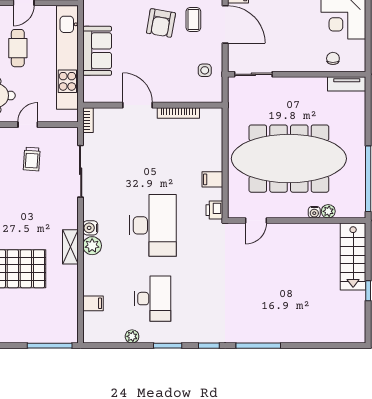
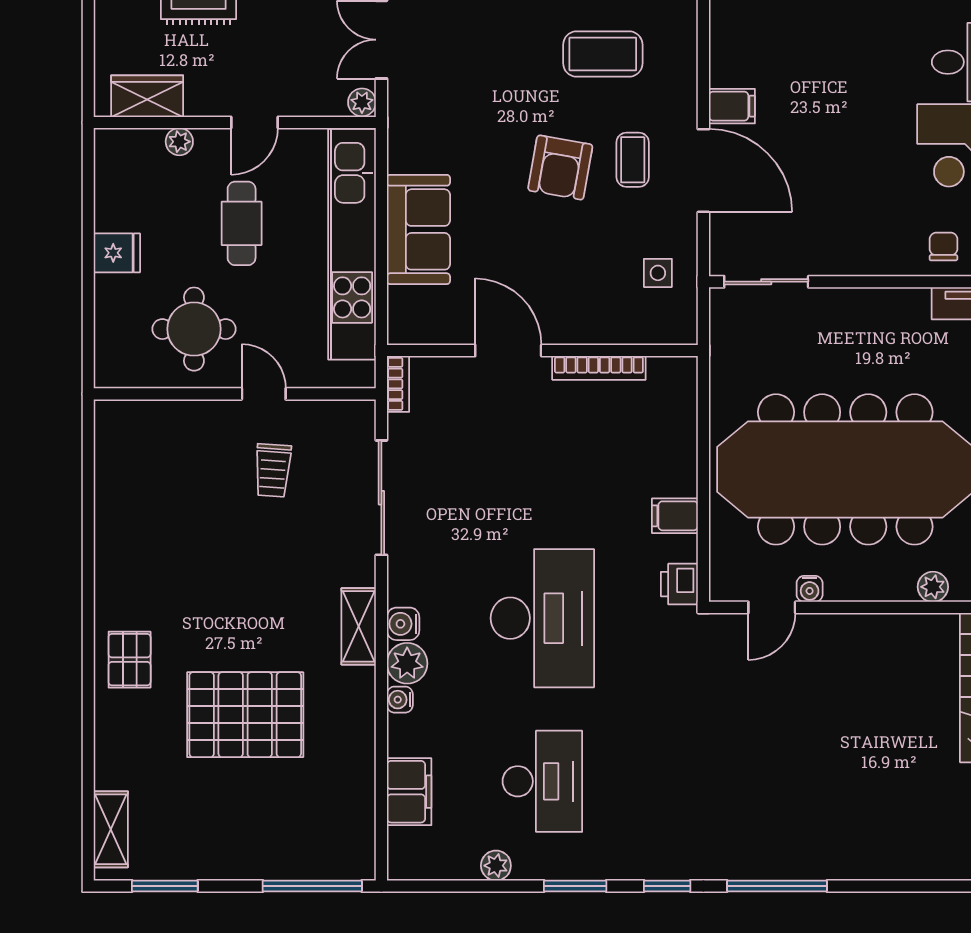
door: (28, 125) -> (264, 394), hinge flipped
water cooler: (314, 212) -> (810, 589), moved
shelving: (70, 247) -> (359, 626), moved
water cooler: (89, 262) -> (400, 700), added
filing cabinet: (93, 303) -> (409, 792), width x2.00

